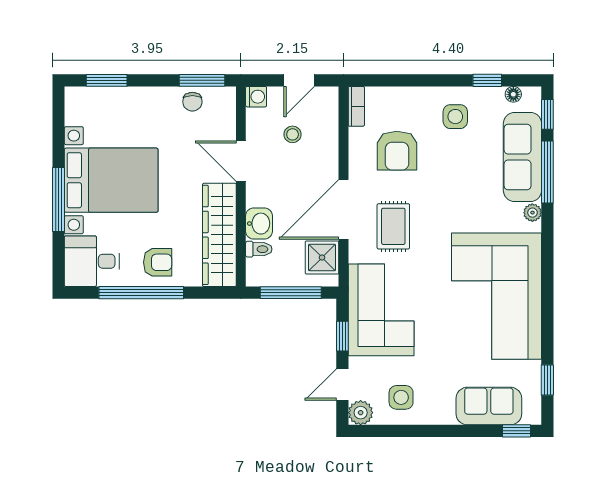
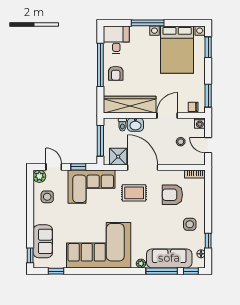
chair: (192, 102) -> (193, 107), moved
bed with nightstands: (111, 180) -> (177, 50), moved

